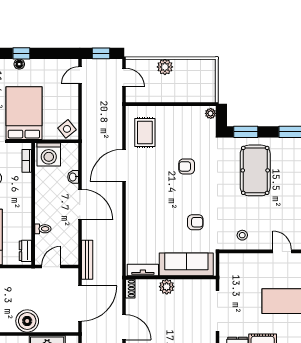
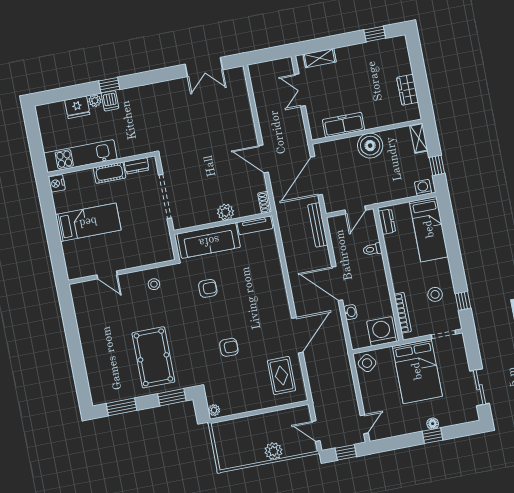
bookcase: (27, 161) -> (403, 313), width x1.56
armchair: (195, 222) -> (208, 288), turned 180

